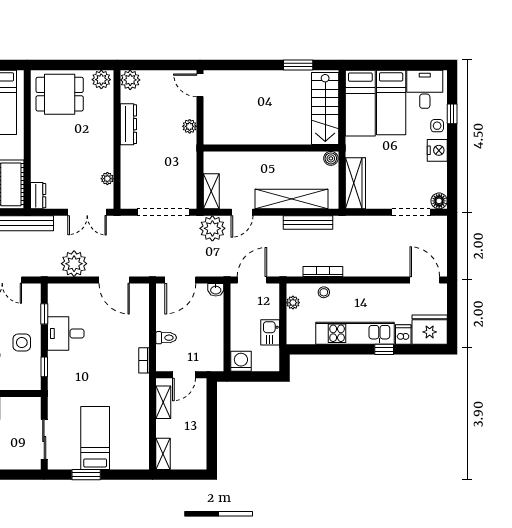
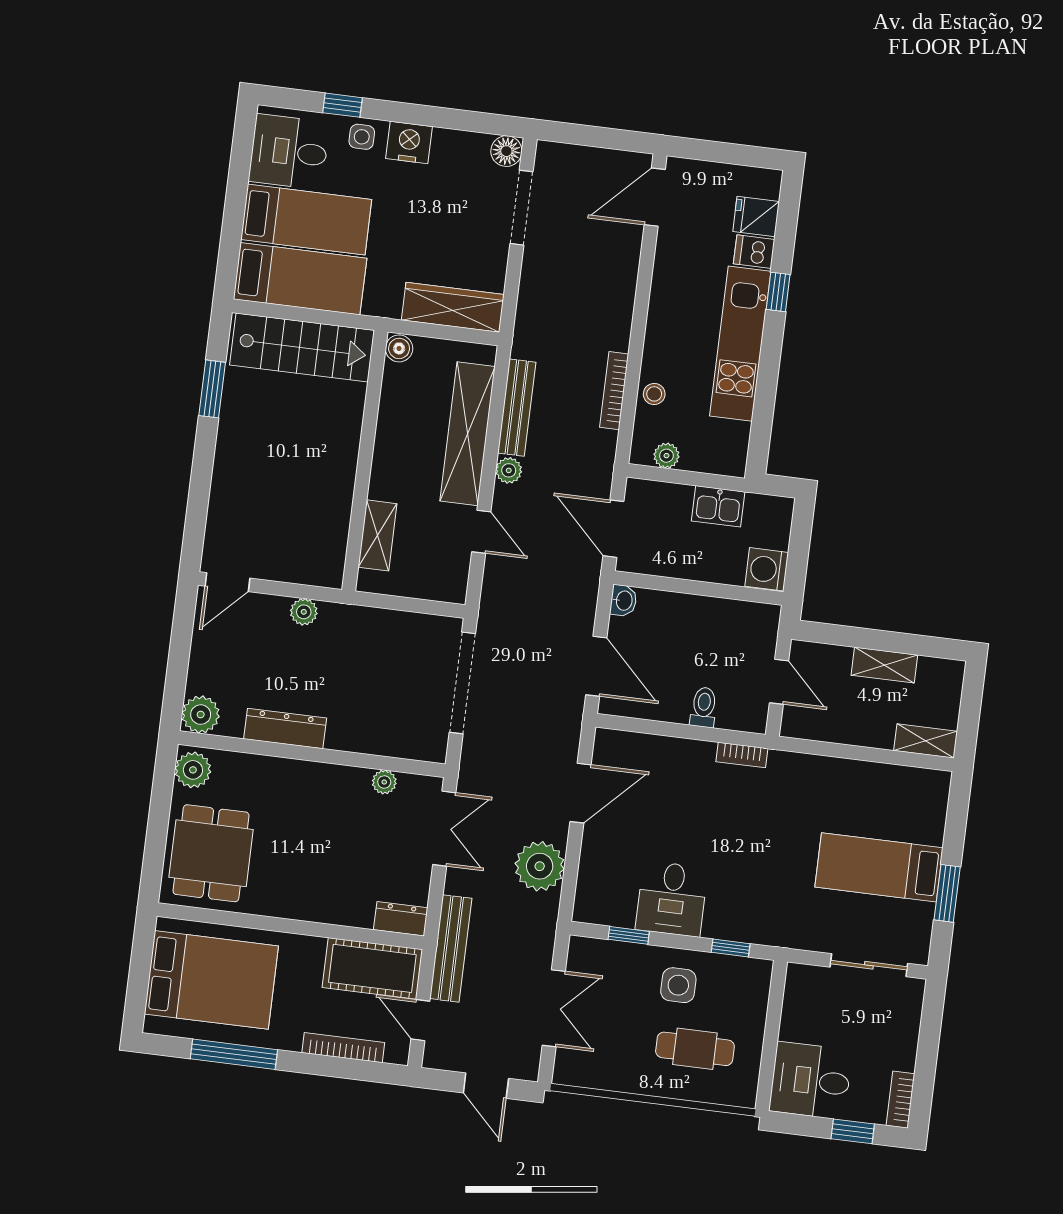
shelving: (211, 191) -> (378, 535), moved, turned 90
plant: (212, 228) -> (509, 470), moved, width x0.53, depth x0.53
fridge: (430, 330) -> (756, 216), width x0.53, depth x0.75
shelving: (163, 402) -> (884, 665), moved

